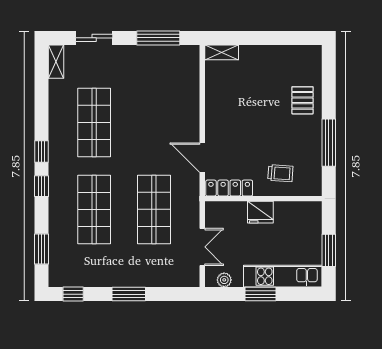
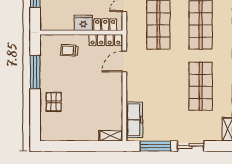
sliding door: (94, 38) -> (191, 146), moved
freezer: (188, 75) -> (134, 120), added
door: (202, 158) -> (124, 62), swing flipped
locker: (229, 210) -> (105, 25), added

